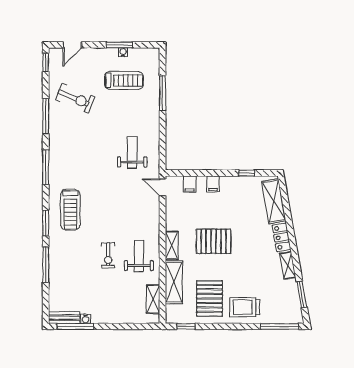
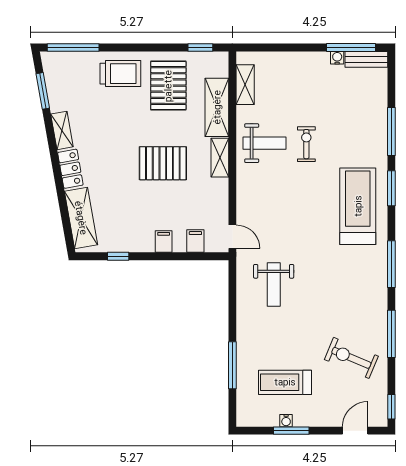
treadmill: (70, 210) -> (358, 206), width x1.37, depth x1.38
weight bench: (139, 256) -> (265, 143), turned -90

